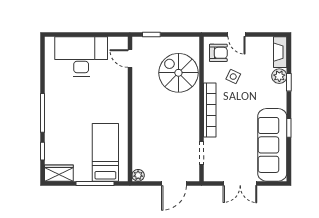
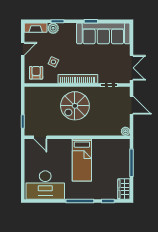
door: (237, 35) -> (23, 49), moved
desk: (81, 56) -> (45, 185), moved, turned -90
door: (130, 59) -> (40, 137), hinge flipped
spiral stairs: (178, 73) -> (75, 106), moved
bed: (105, 152) -> (82, 160), moved, turned -90
double door: (240, 183) -> (131, 68), moved

